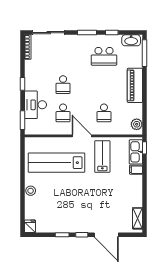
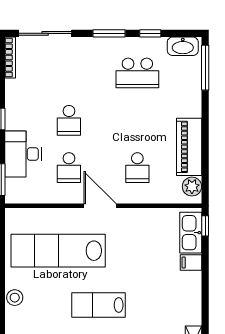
piano: (135, 85) -> (189, 147), moved
lab bench: (102, 157) -> (98, 305), moved, turned -90

